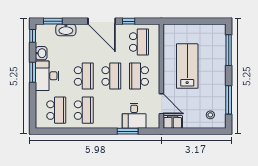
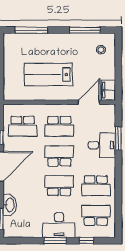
window: (33, 36) -> (87, 241), moved
school desk: (139, 42) -> (23, 126), turned 180
washbasin: (41, 53) -> (35, 231), removed
school desk: (84, 110) -> (96, 186), turned 180
desk: (134, 116) -> (102, 145), moved

